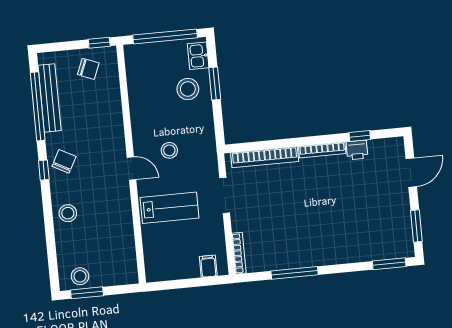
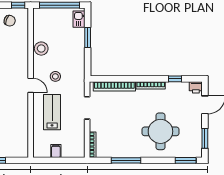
stool: (188, 89) -> (41, 49), moved
printer: (357, 150) -> (196, 87), moved
lab bench: (170, 208) -> (52, 112), turned -90
round table: (345, 222) -> (160, 131), added
filing cabinet: (208, 266) -> (56, 151), moved

